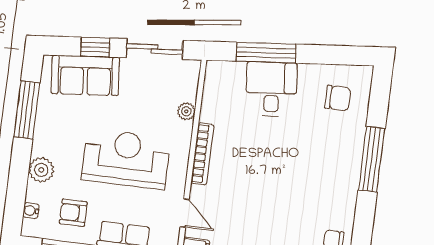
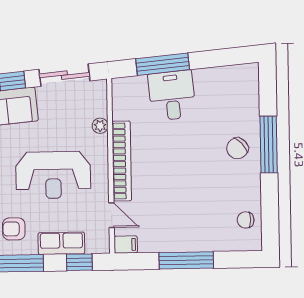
chair: (338, 98) -> (237, 148), moved, turned 137
bookcase: (202, 154) -> (122, 161), width x1.48, depth x1.31
reception desk: (126, 159) -> (53, 175), turned 180

